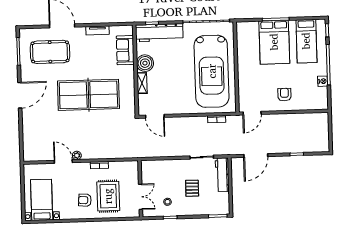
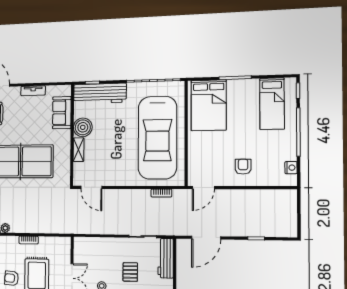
bed: (274, 42) -> (209, 105), moved
nightstand: (323, 81) -> (291, 168), moved

